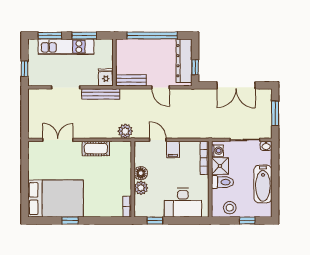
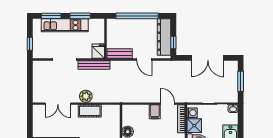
plant: (125, 131) -> (86, 96), moved
double door: (58, 140) -> (58, 104), swing flipped
door: (158, 140) -> (168, 104), moved

